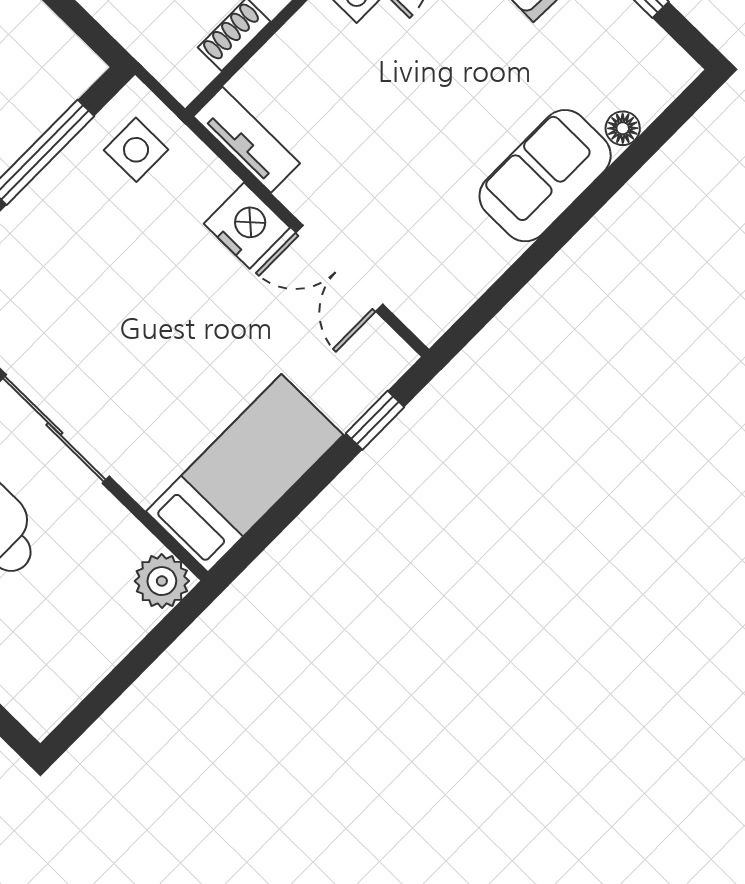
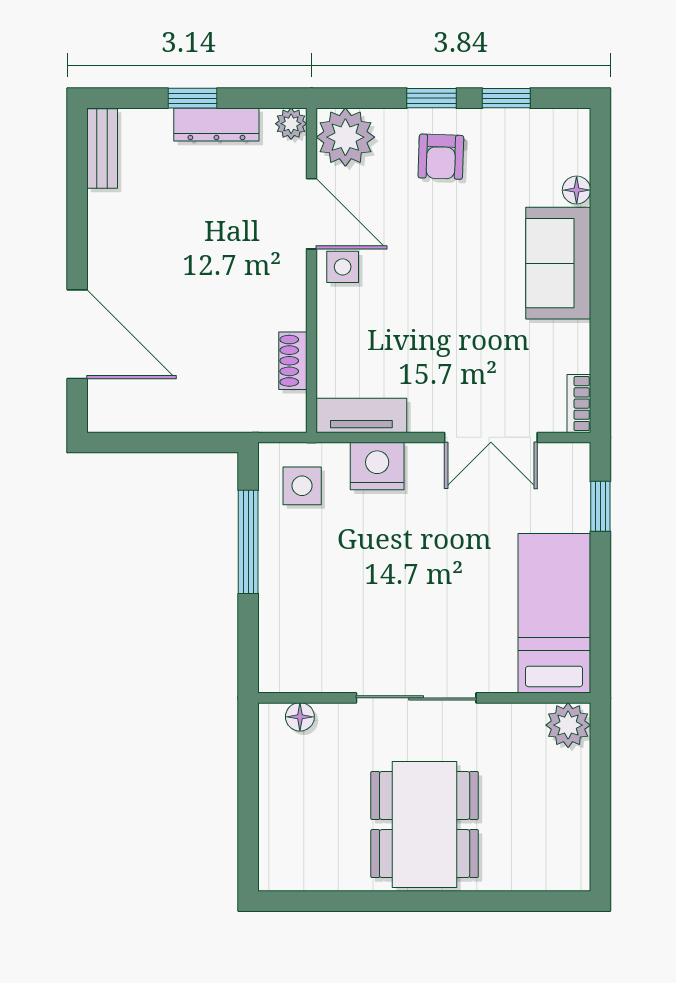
nightstand: (247, 226) -> (377, 466), moved
bookcase: (444, 314) -> (579, 404), added

